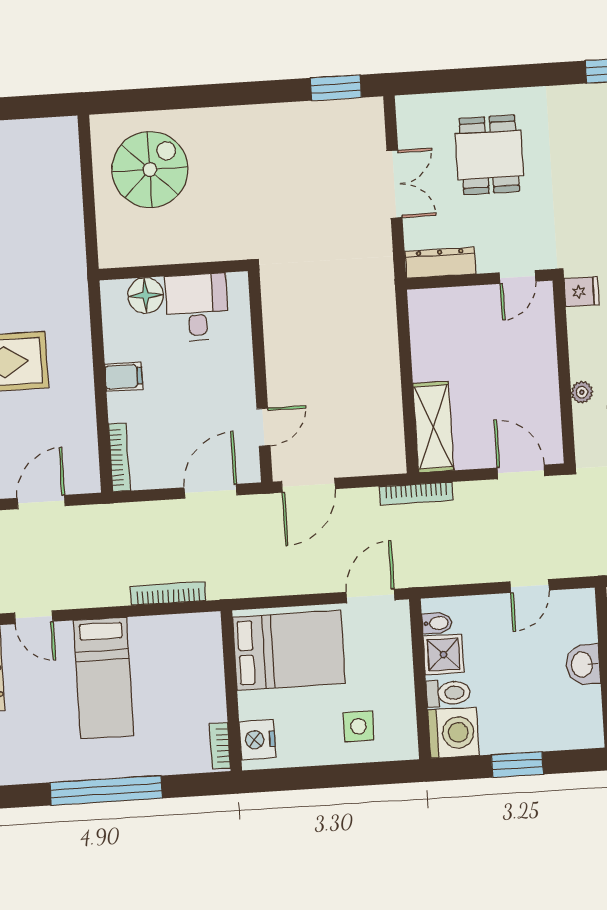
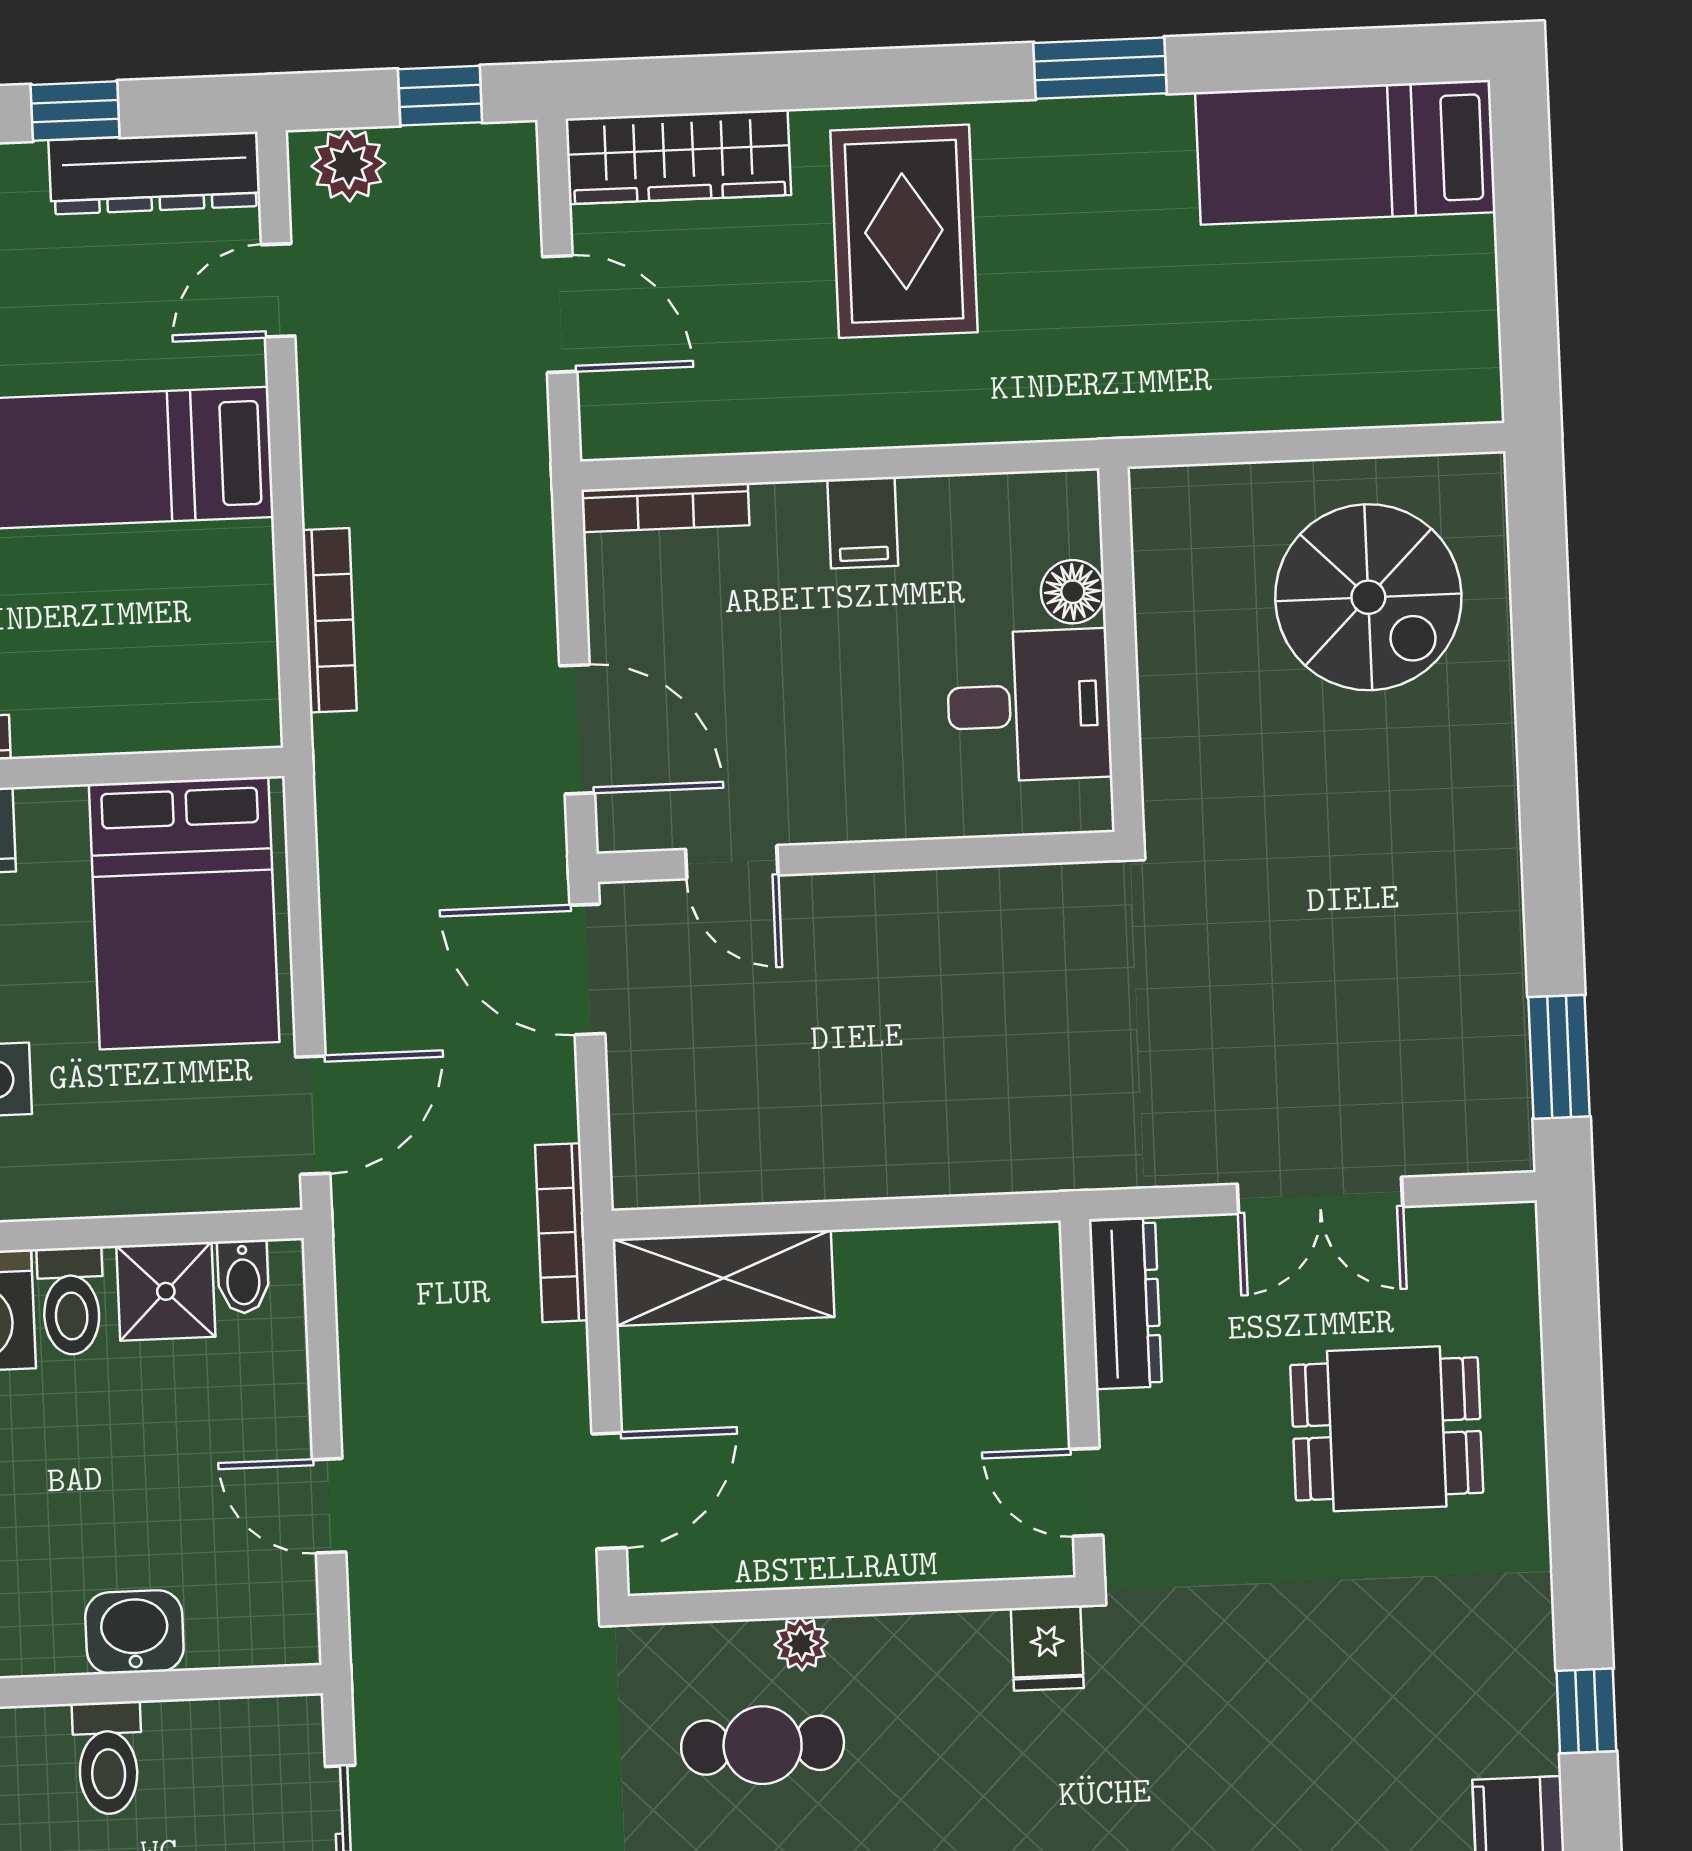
floor lamp: (146, 295) -> (1073, 592), width x0.73, depth x0.73
door: (370, 596) -> (313, 1115), hinge flipped

